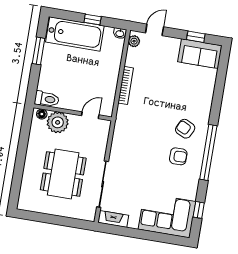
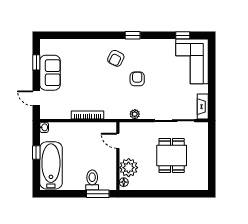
plant: (134, 41) -> (135, 114), moved
window: (39, 51) -> (98, 194), moved
sofa: (200, 54) -> (50, 73), moved
toilet: (47, 99) -> (92, 180), moved
window: (208, 152) -> (133, 35), width x0.32
armchair: (178, 156) -> (137, 79), moved
dining table: (63, 174) -> (172, 155), width x0.73

